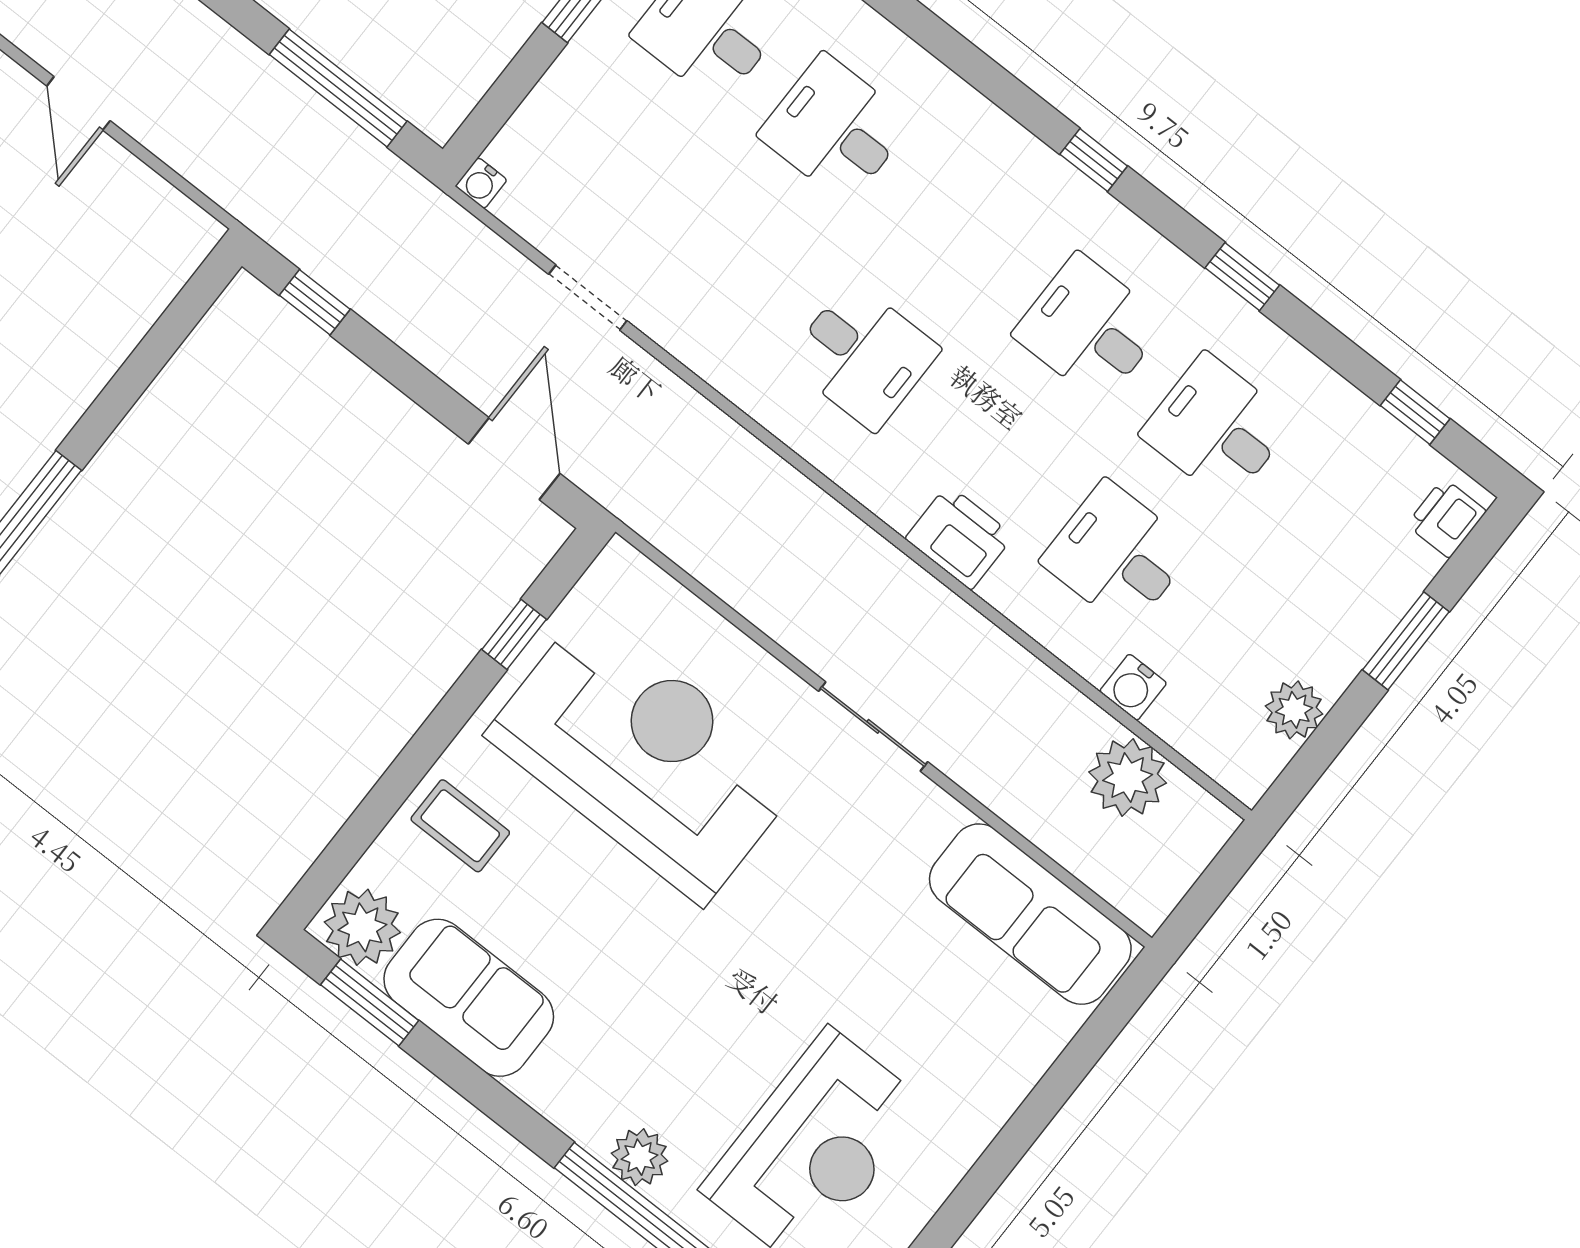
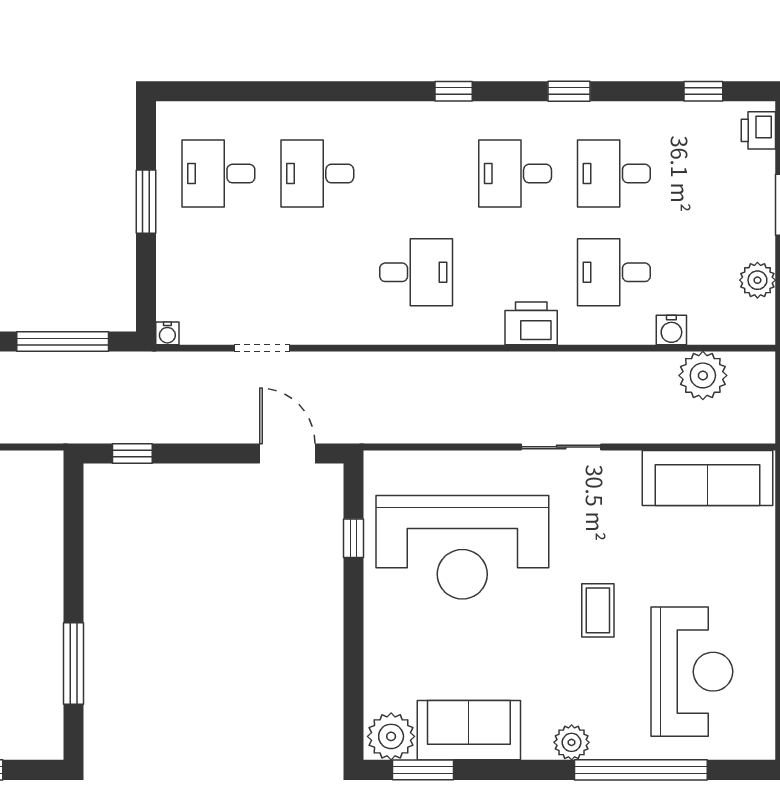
reception desk: (645, 756) -> (462, 547), turned 180
coffee table: (460, 826) -> (598, 610), moved, turned 90
plant: (640, 1157) -> (572, 742), moved

